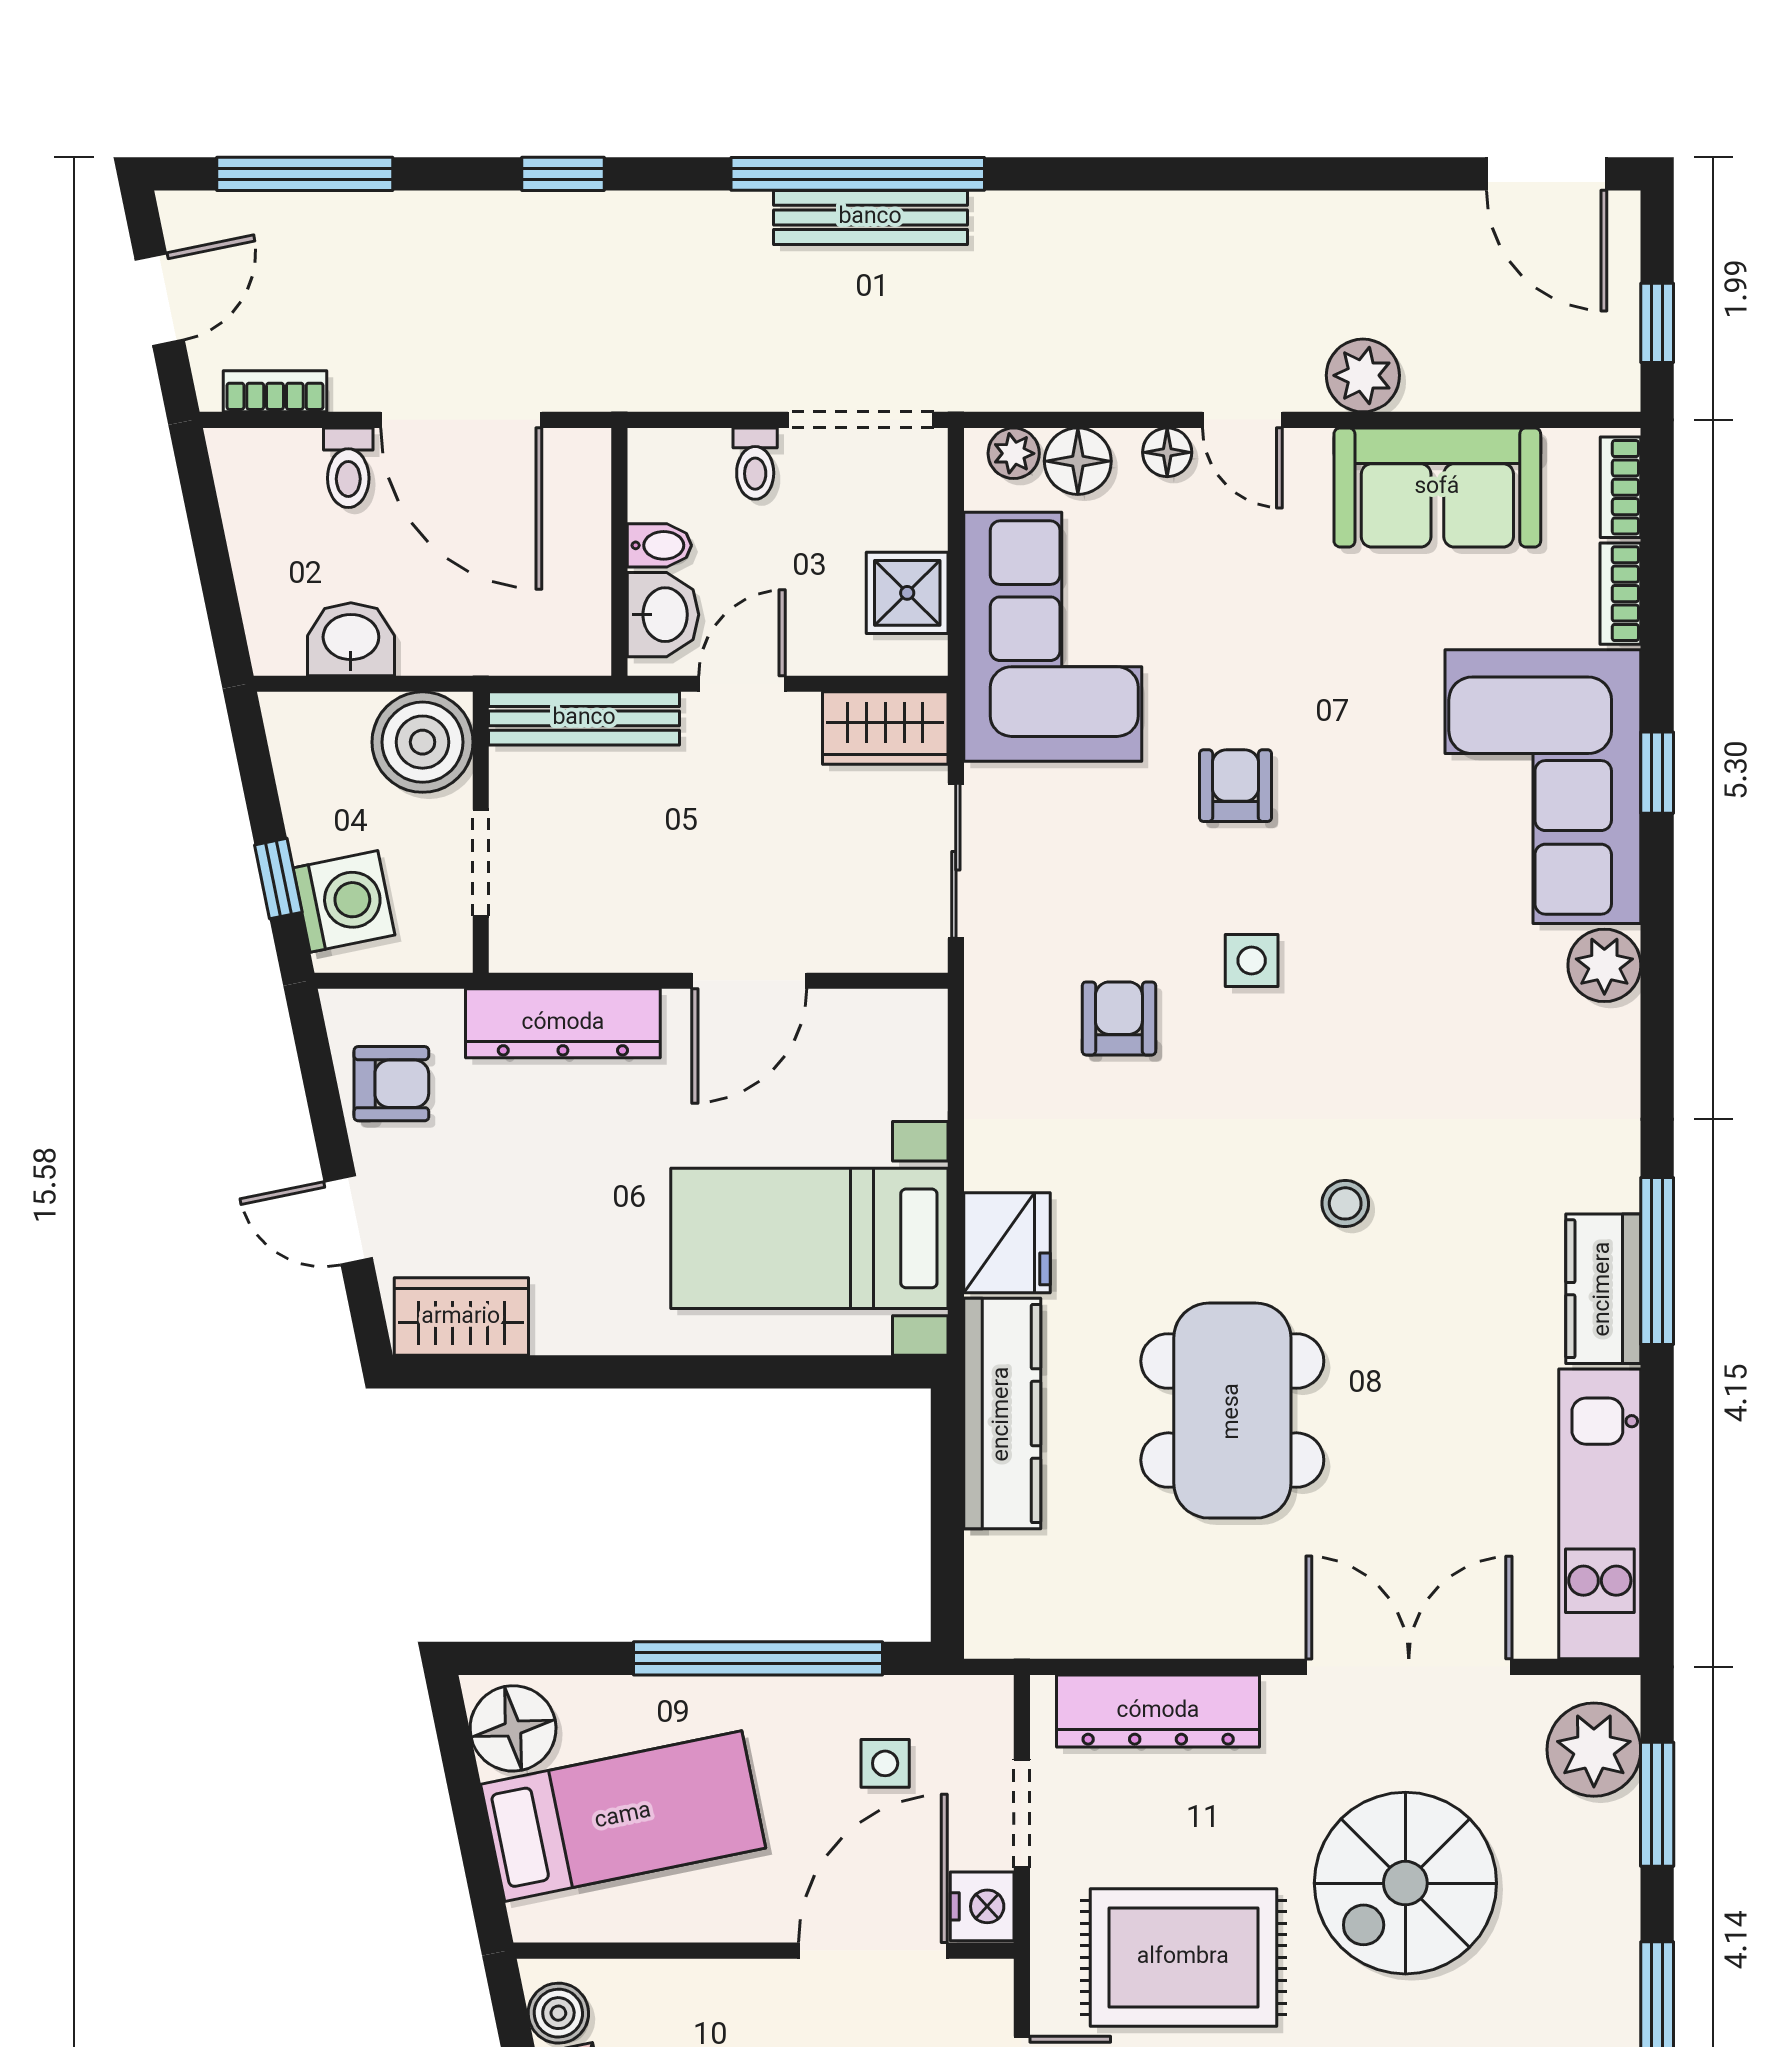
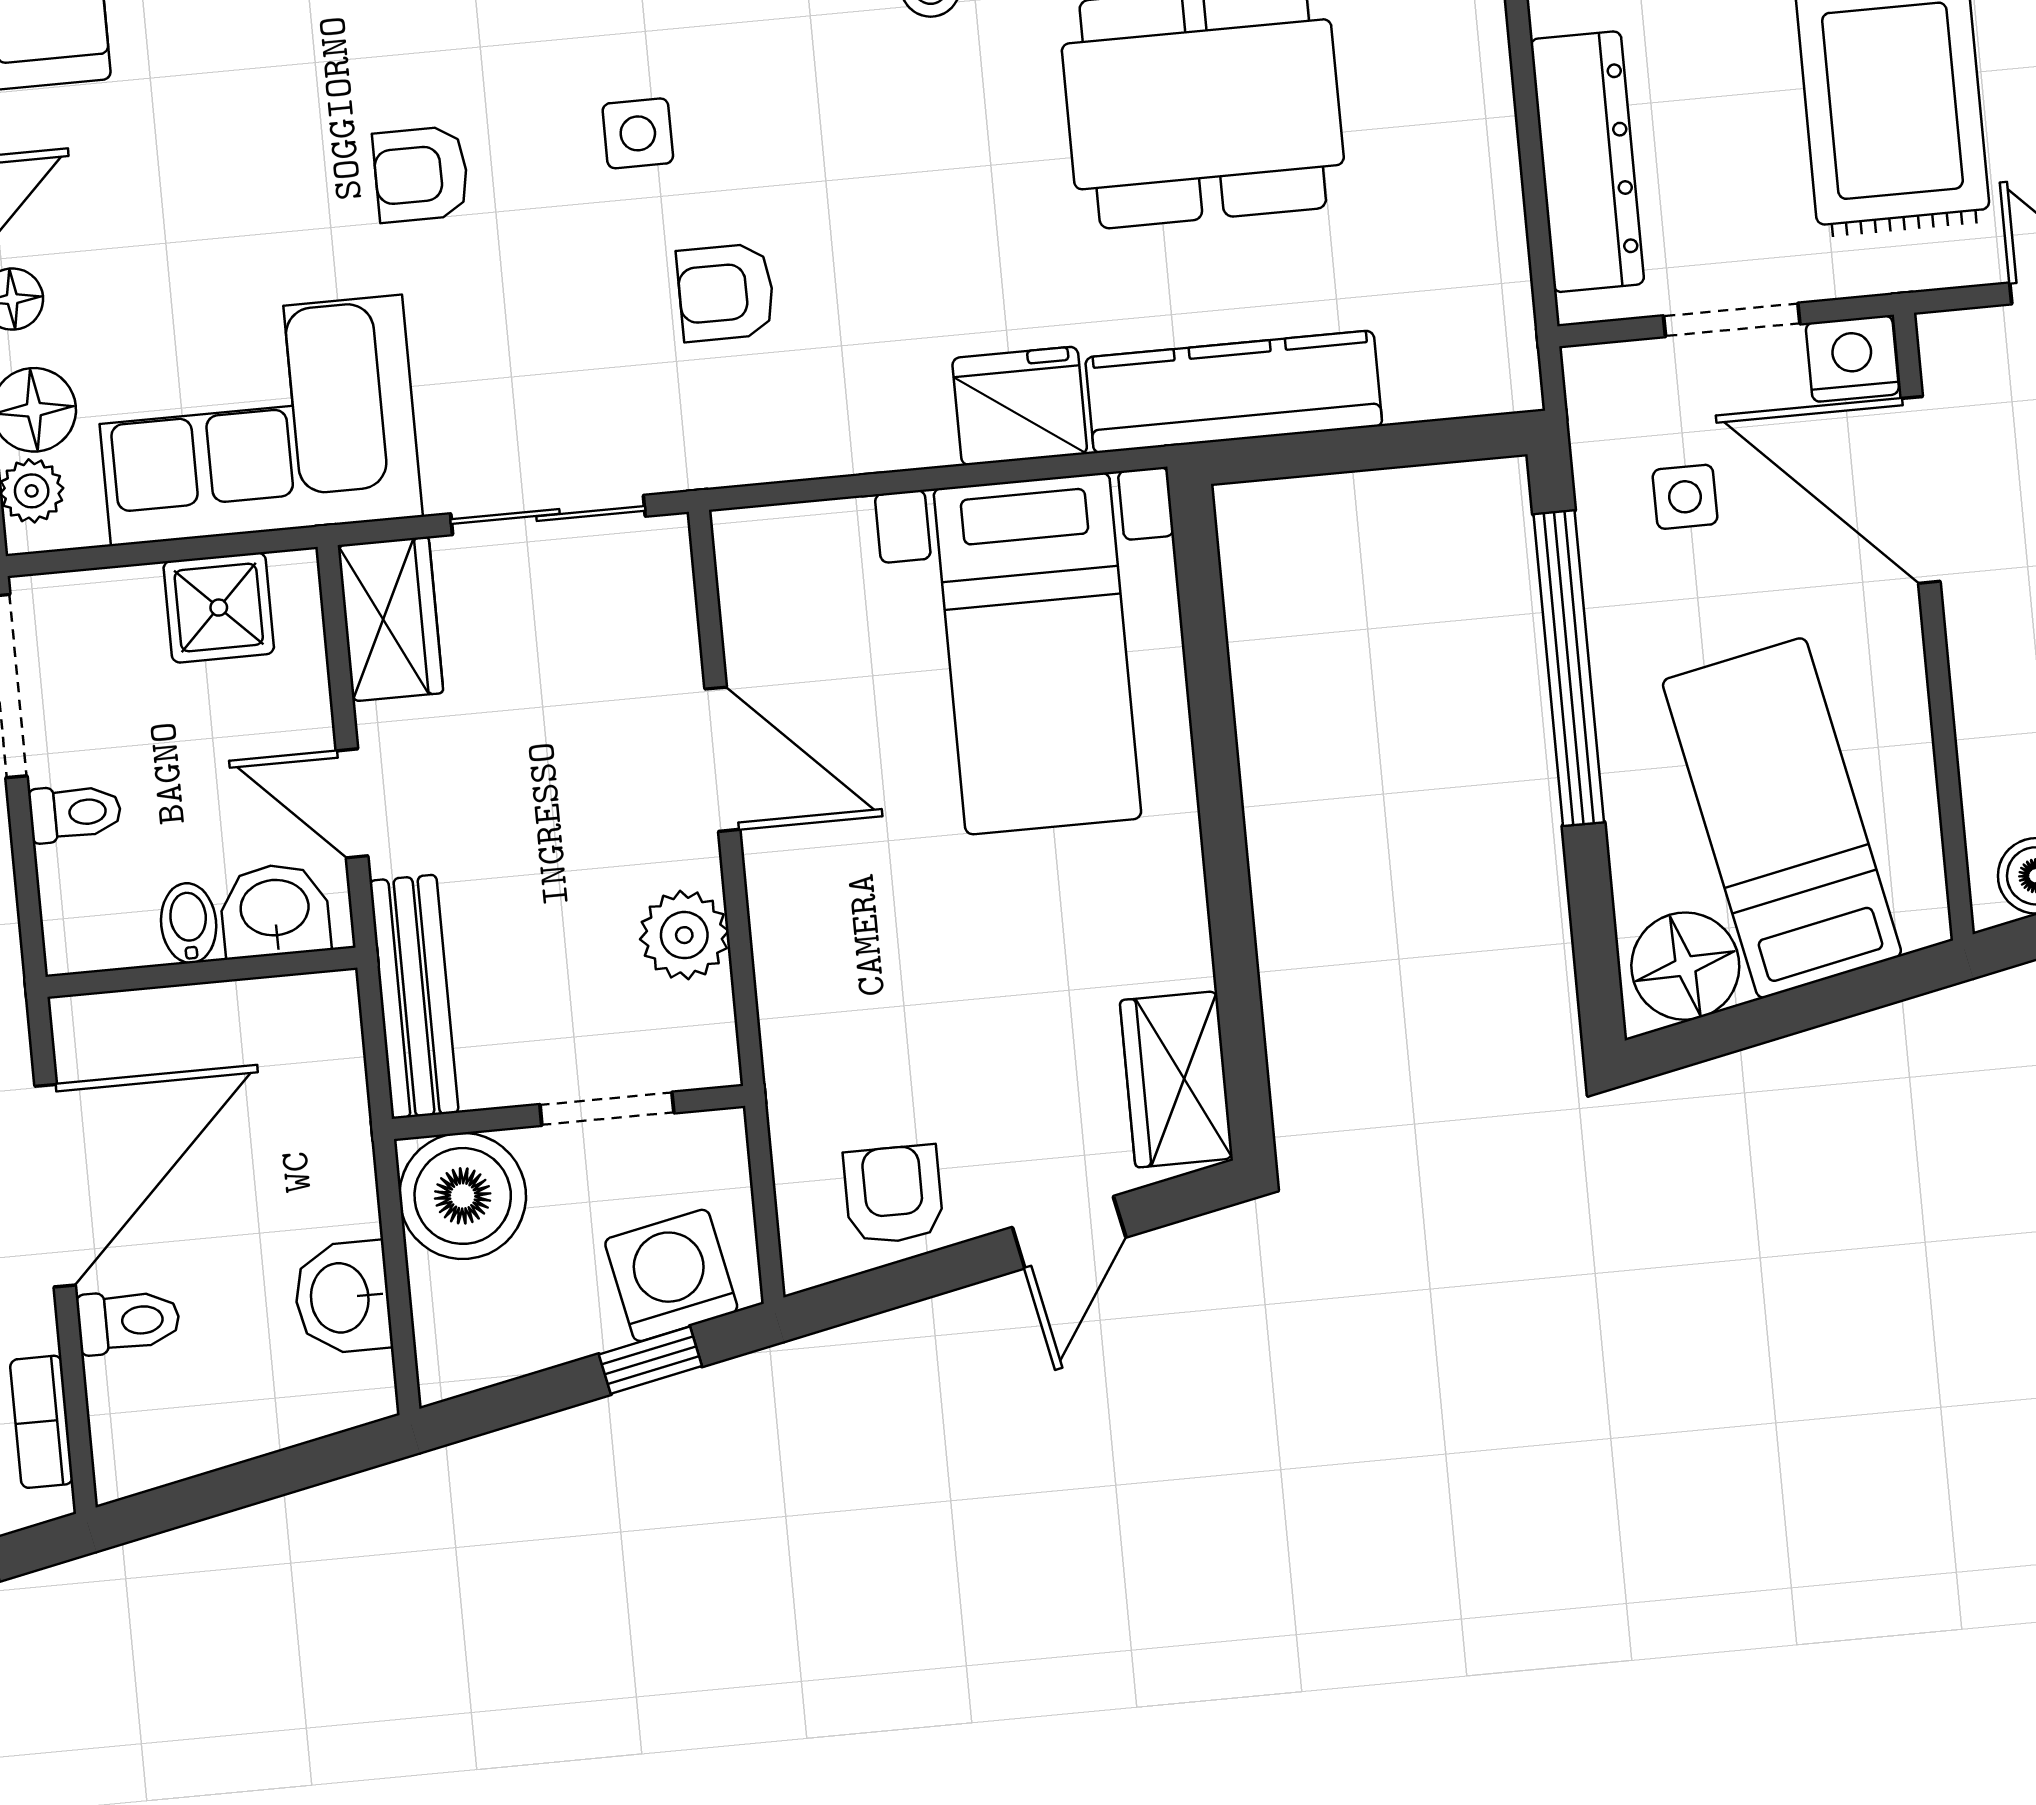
plant: (613, 937) -> (684, 935), added
dresser: (563, 1023) -> (798, 987), removed

